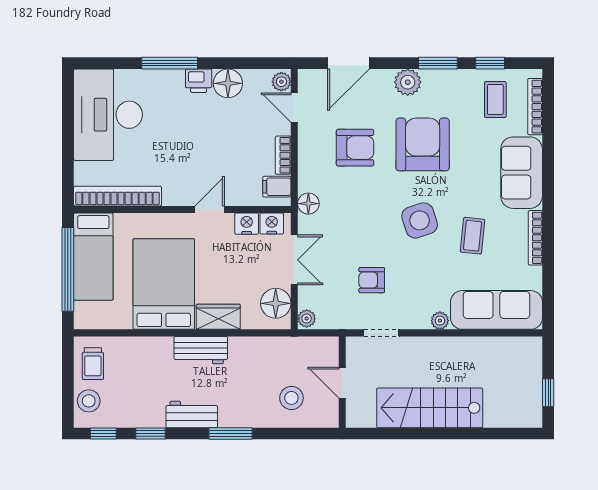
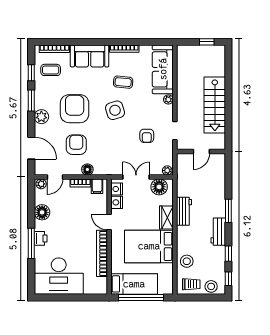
printer: (199, 81) -> (41, 238), moved
armchair: (423, 144) -> (75, 109), turned 90
bookcase: (118, 196) -> (102, 253), moved
floor lamp: (308, 204) -> (87, 169), moved
workbench: (201, 350) -> (184, 211), moved
stool: (291, 398) -> (187, 261), moved

